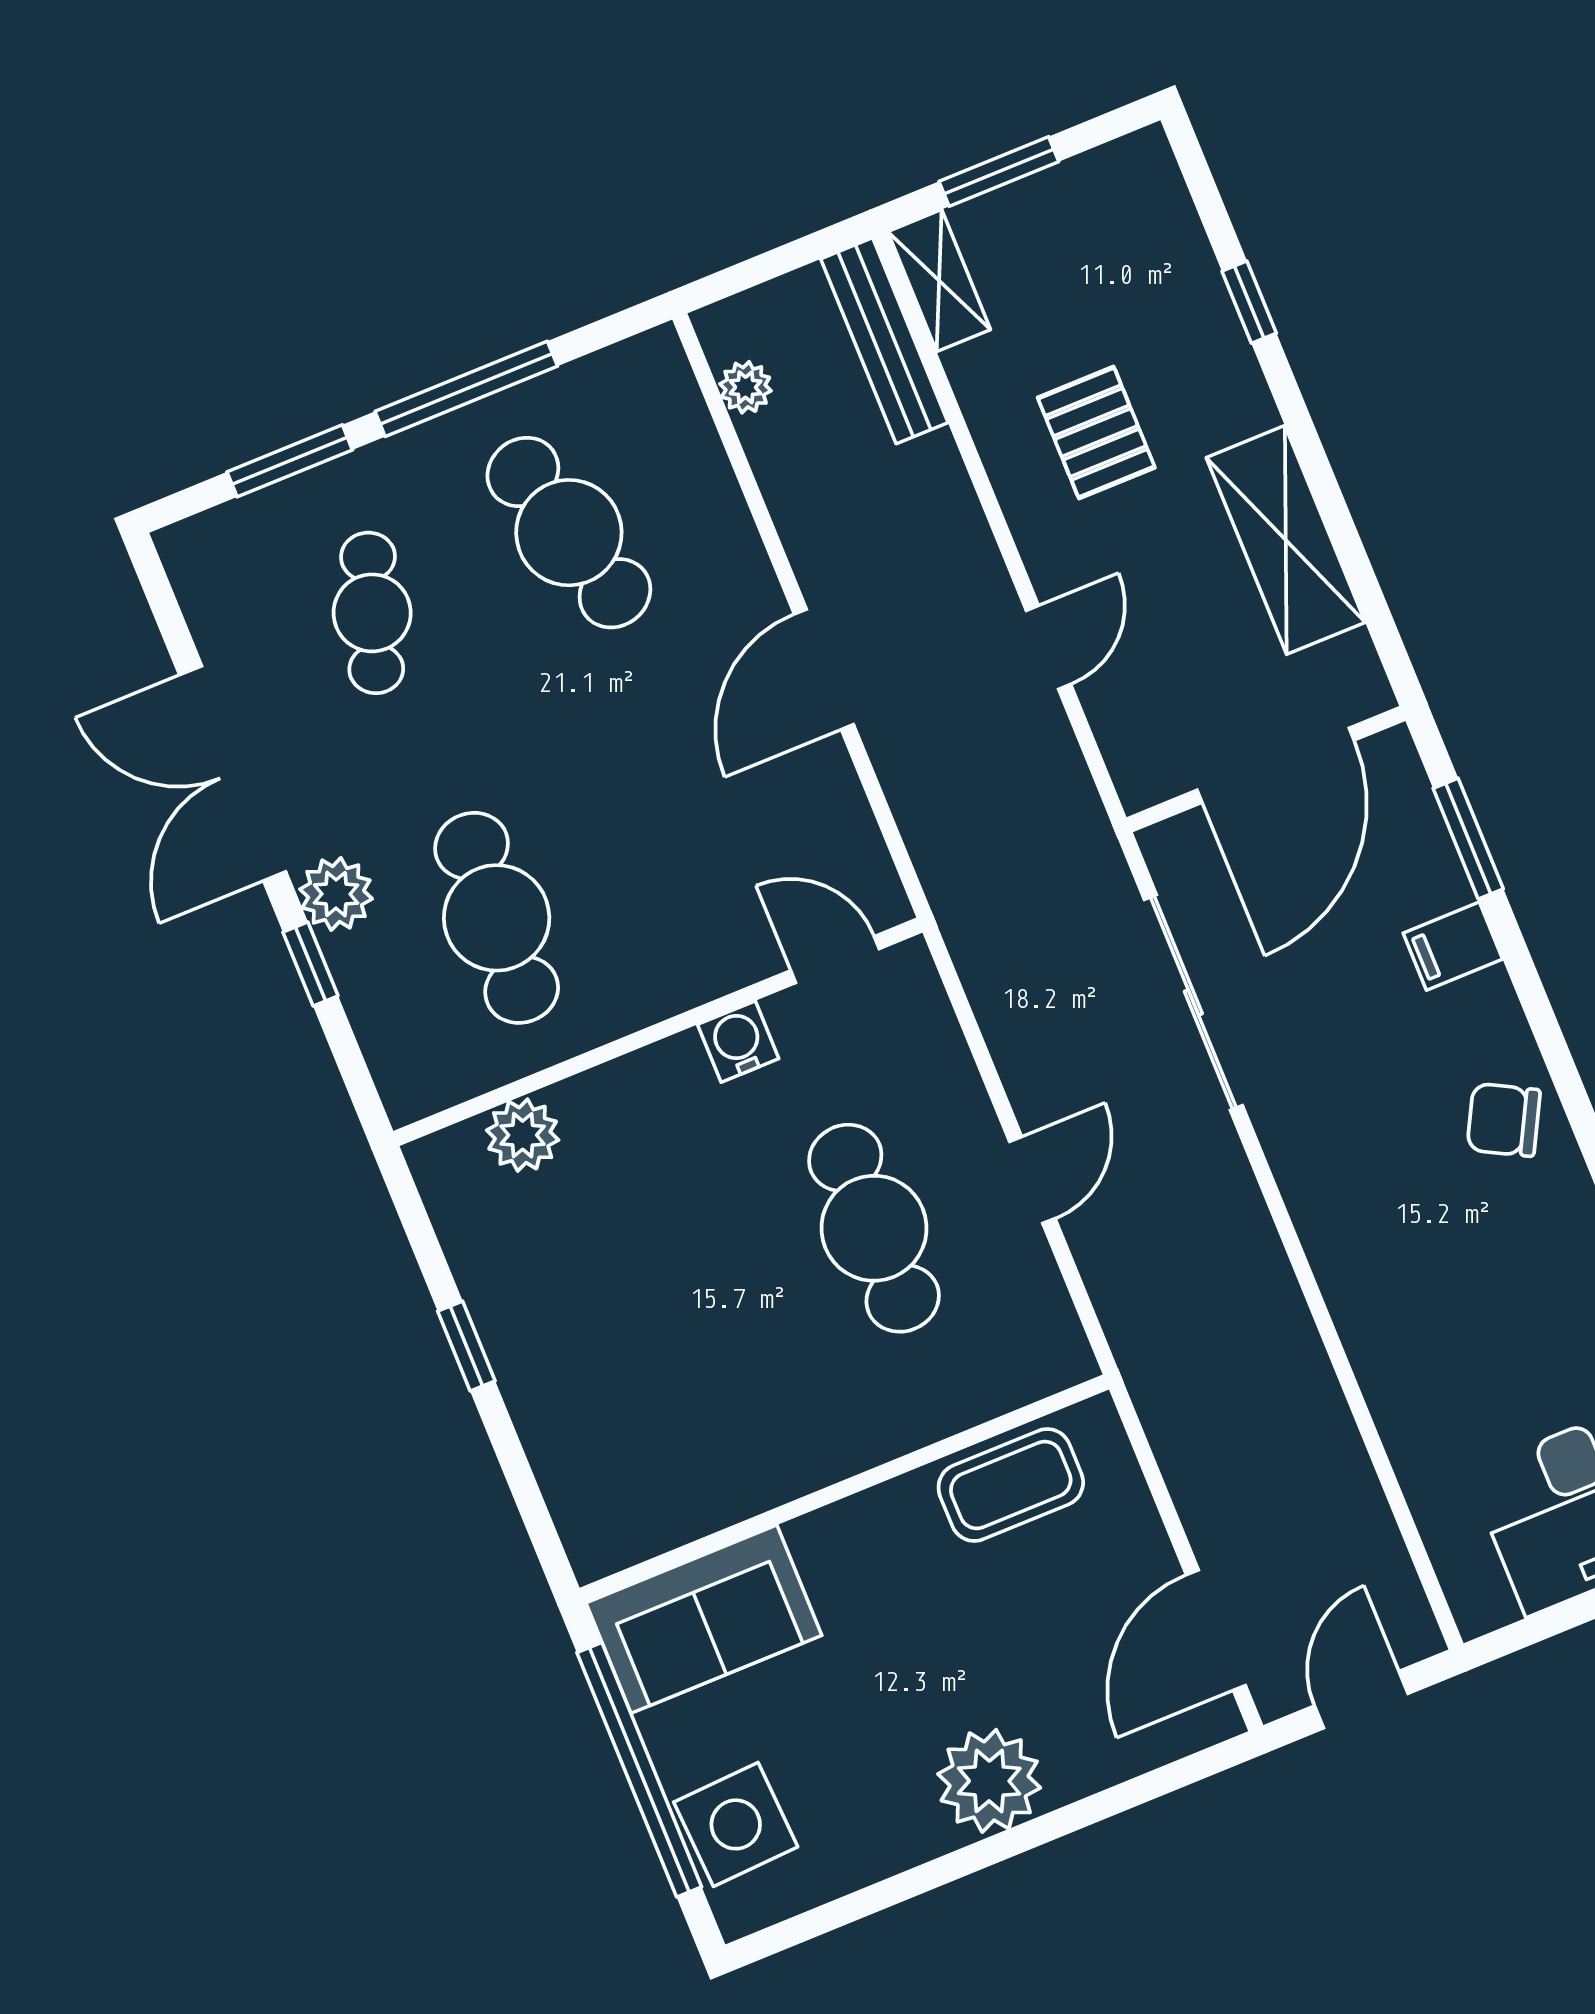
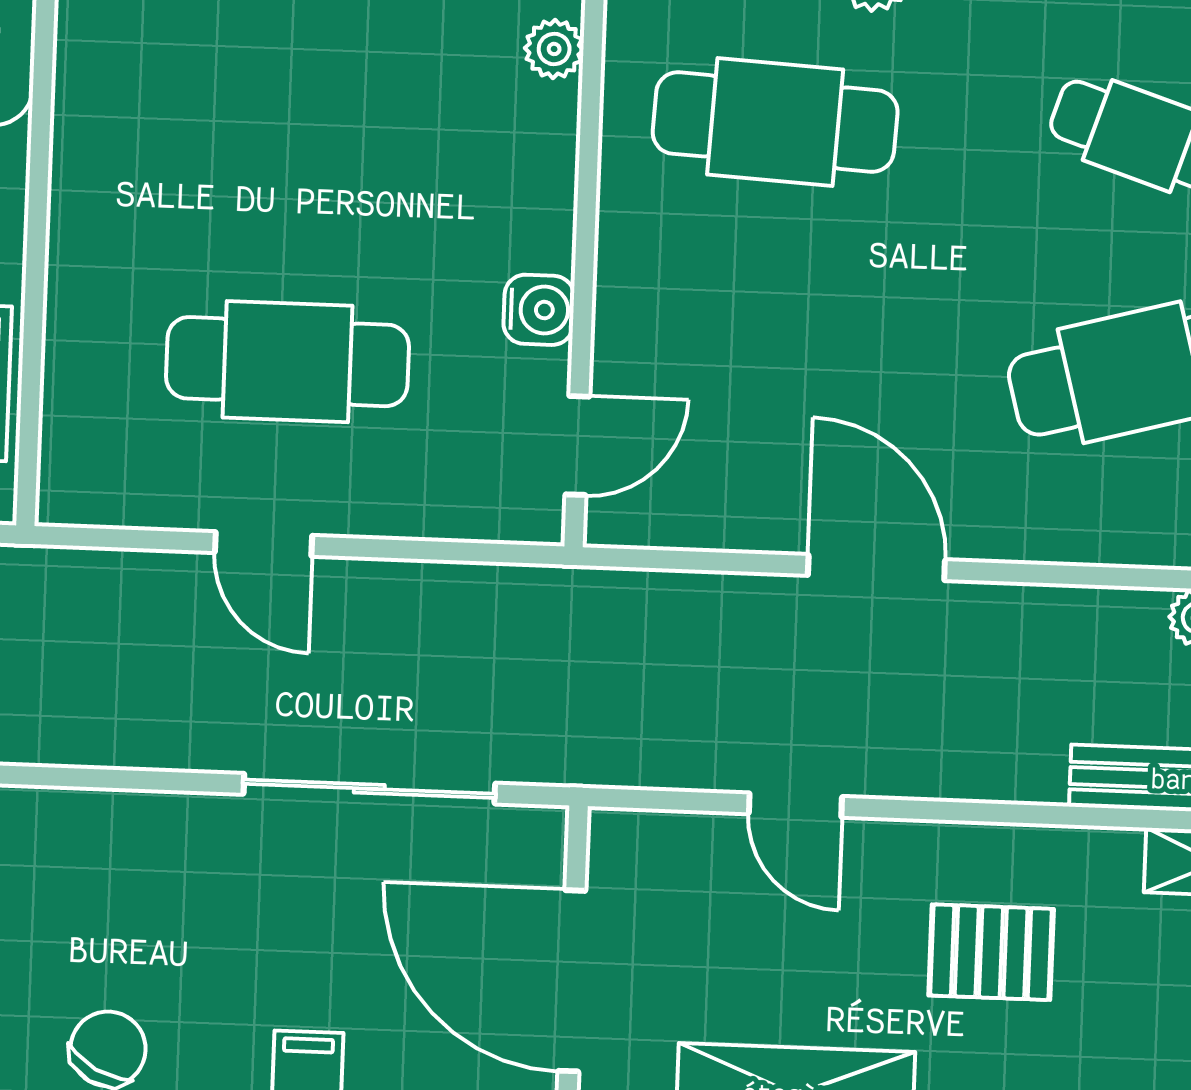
plant: (523, 1135) -> (554, 49), width x0.73, depth x0.73

